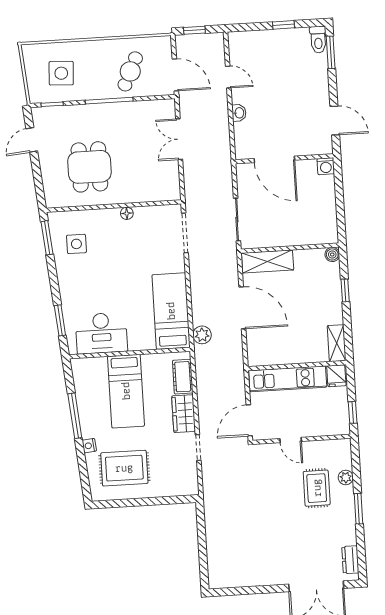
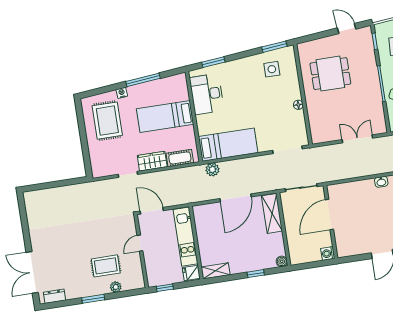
door: (274, 159) -> (329, 215), moved
wall: (284, 159) -> (331, 222), moved
washing machine: (326, 166) -> (328, 253), moved

